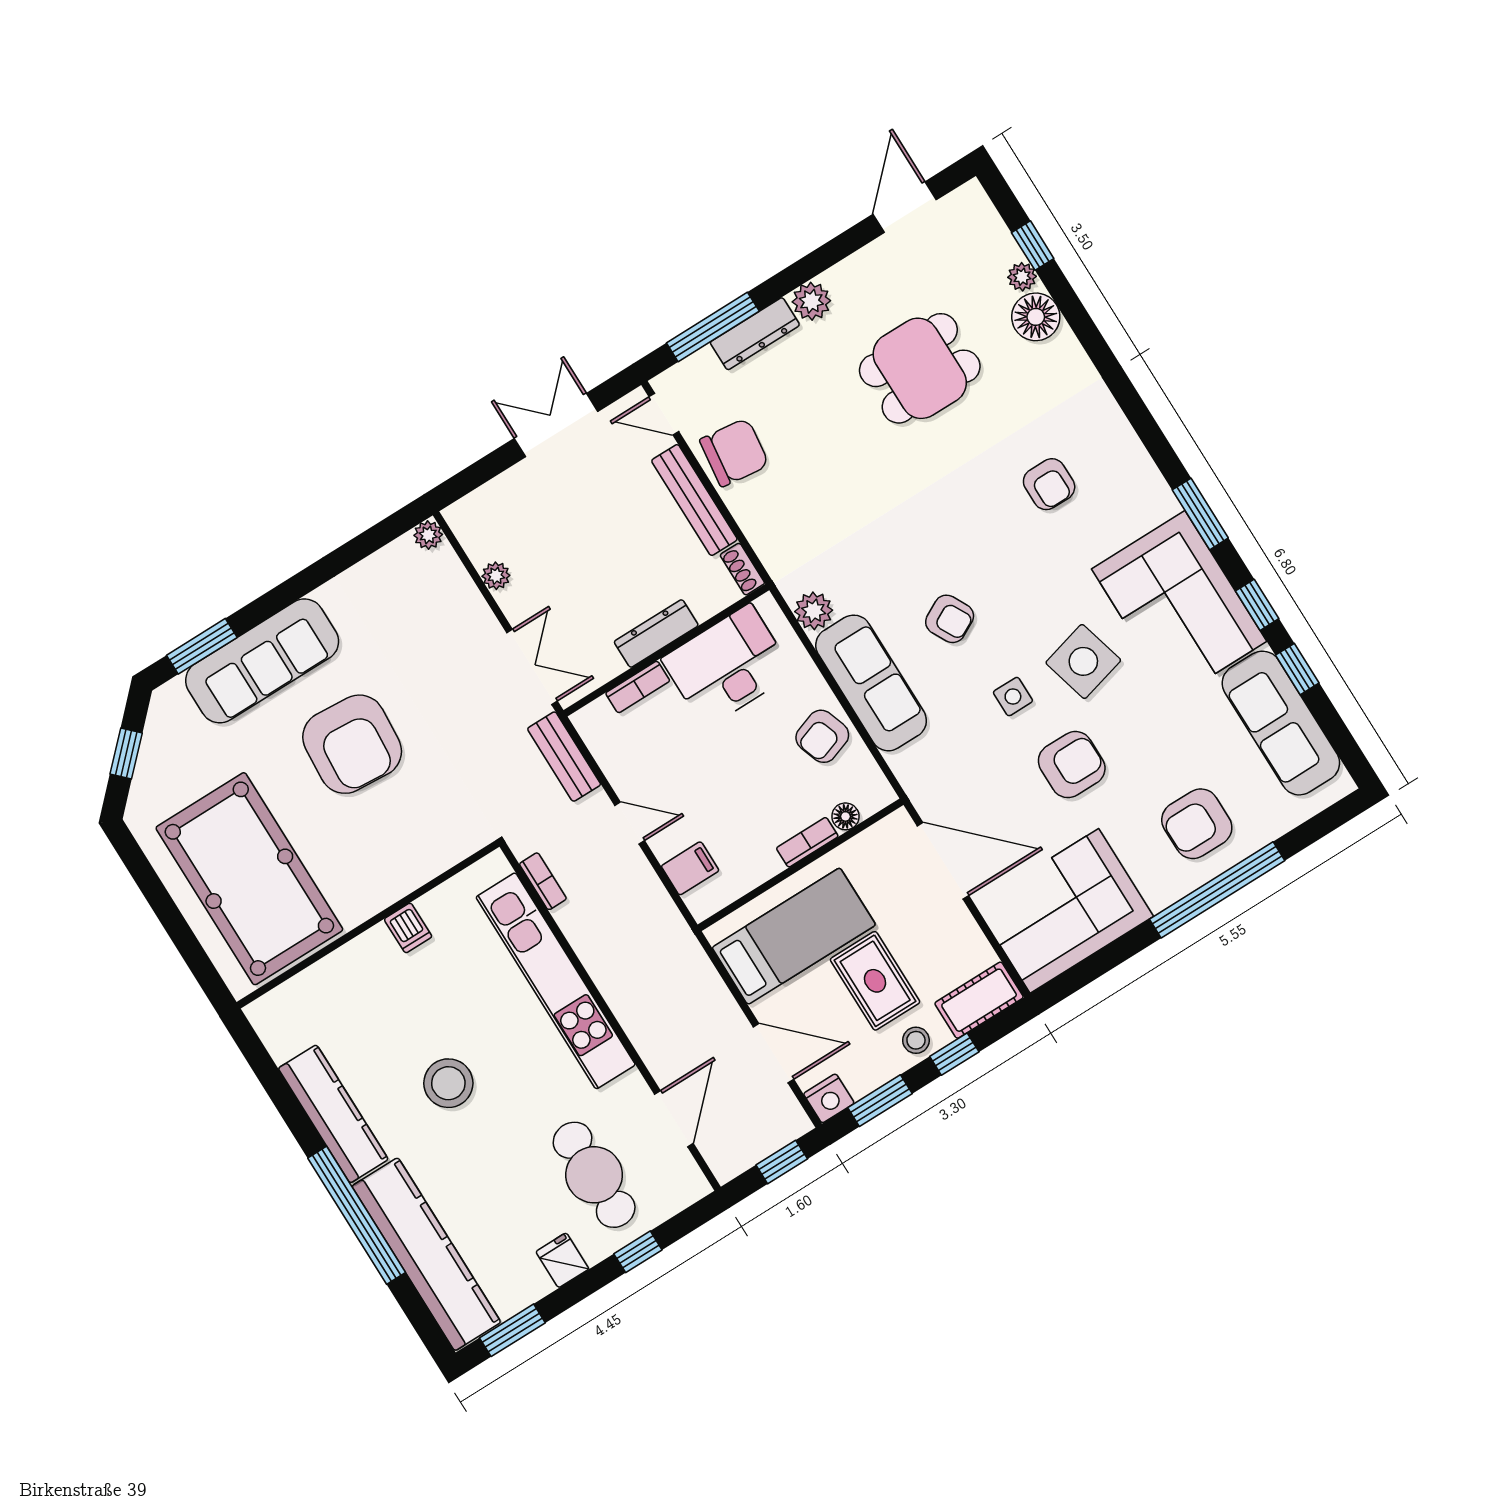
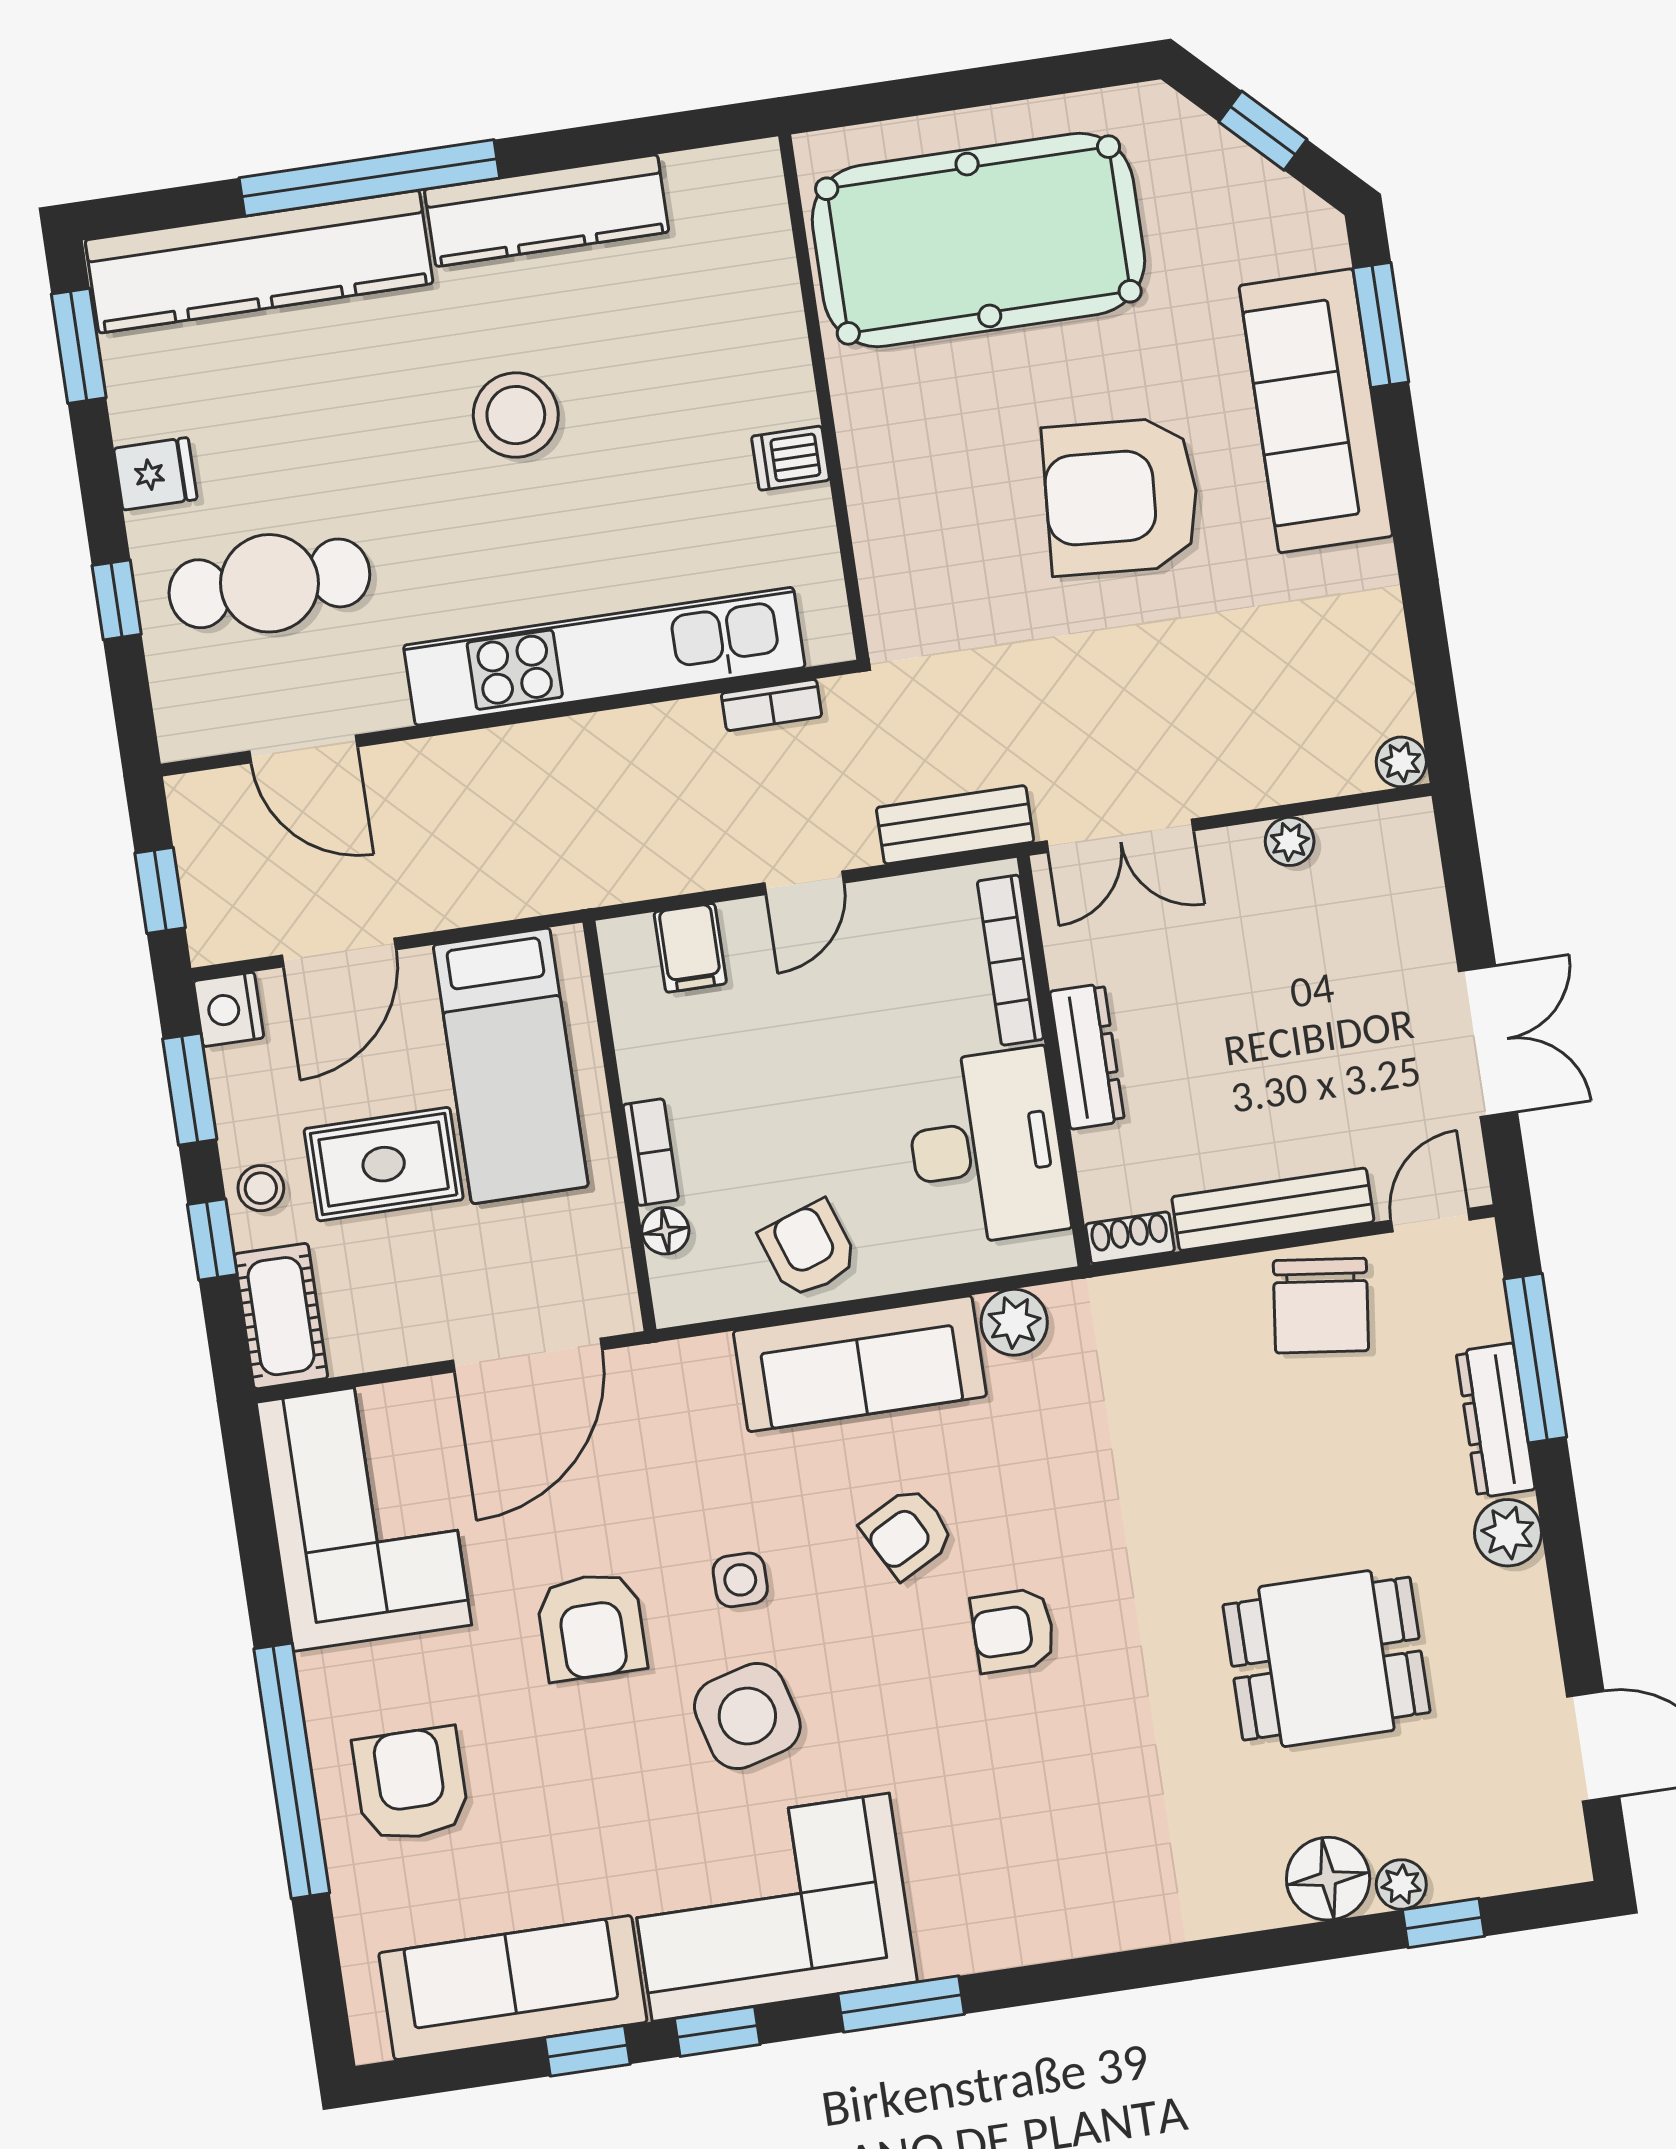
dining table: (920, 368) -> (1326, 1659), turned 90
armchair: (1049, 484) -> (1013, 1630), moved
bookcase: (638, 687) -> (1010, 960), width x1.56

